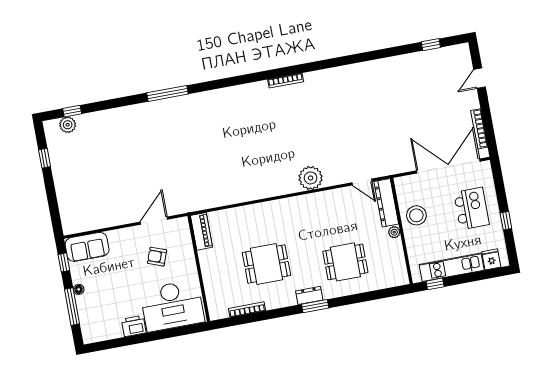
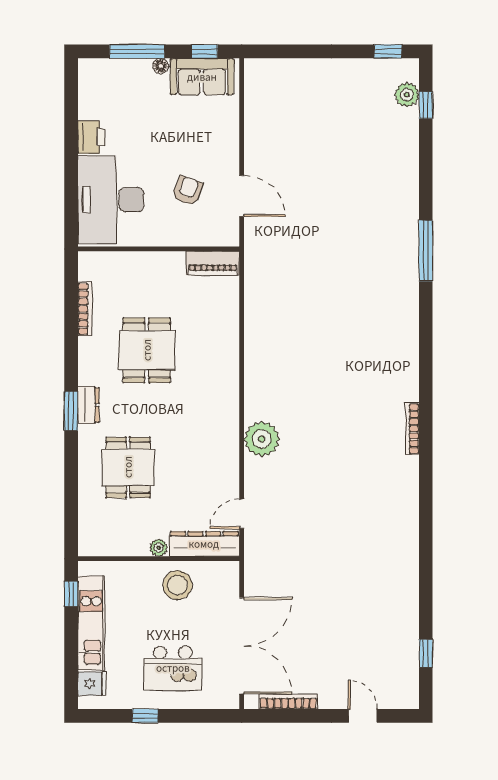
window: (45, 158) -> (388, 51), moved
sofa: (87, 247) -> (202, 77), moved, turned -90

